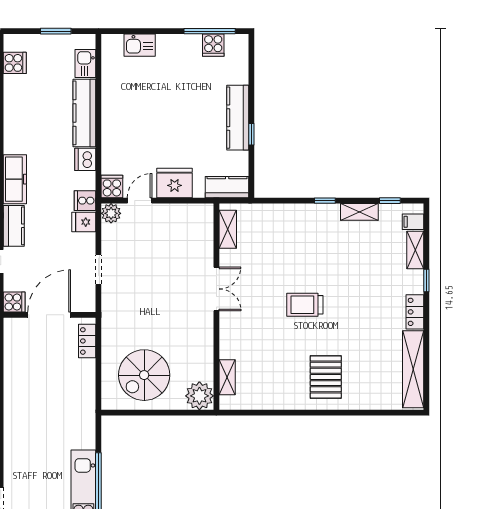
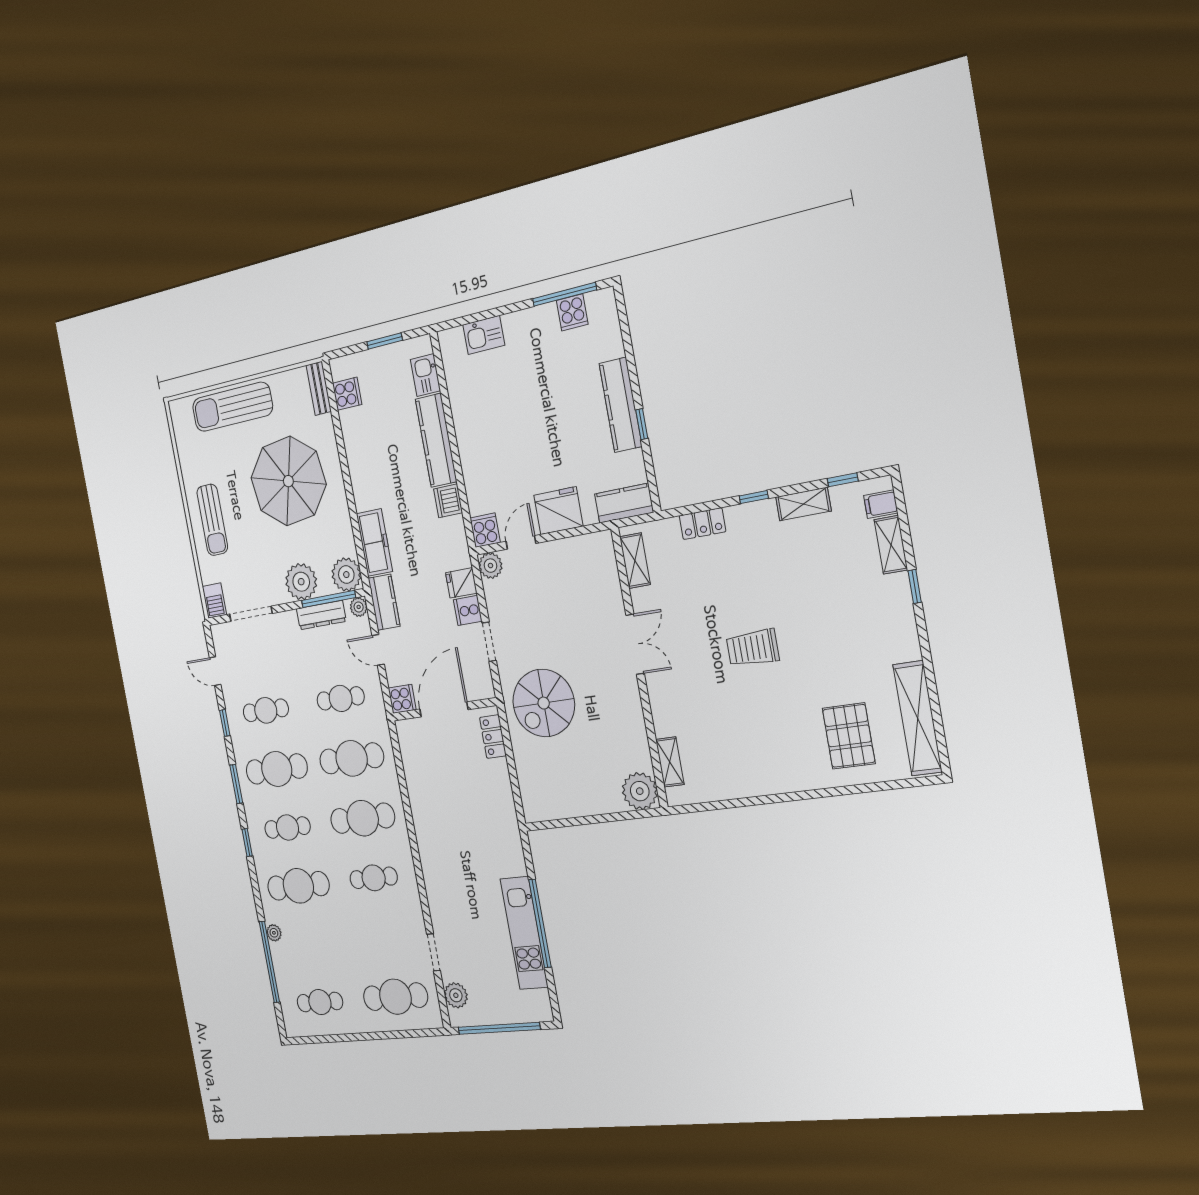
cooker: (85, 201) -> (468, 611), moved
locker: (415, 312) -> (702, 524), moved, turned -90
spiral stairs: (144, 375) -> (544, 703), moved
pallet: (326, 377) -> (849, 736), moved

